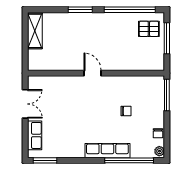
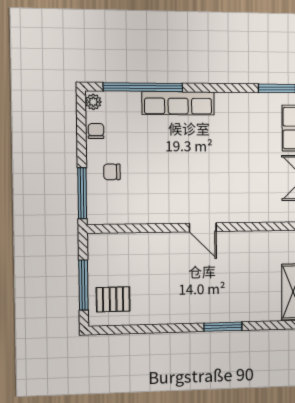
window: (130, 10) -> (144, 329), removed
chair: (126, 111) -> (112, 172), moved

